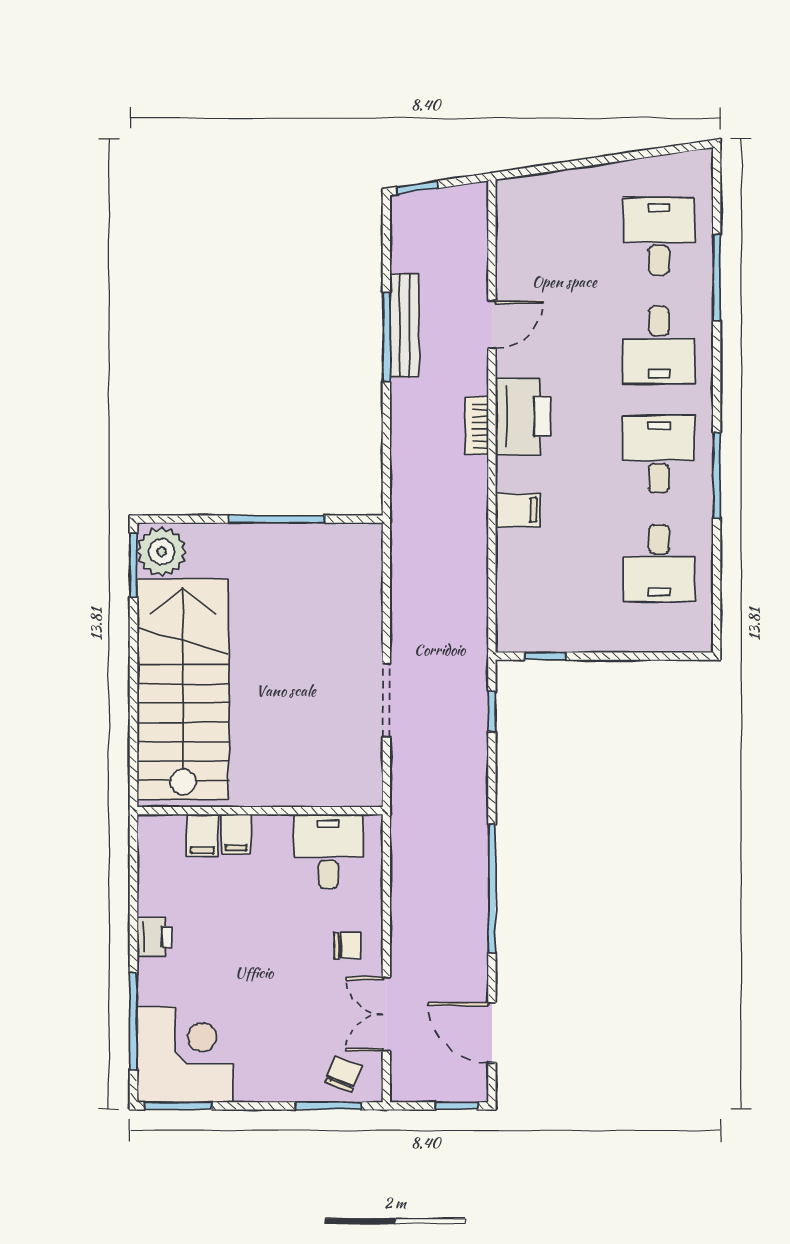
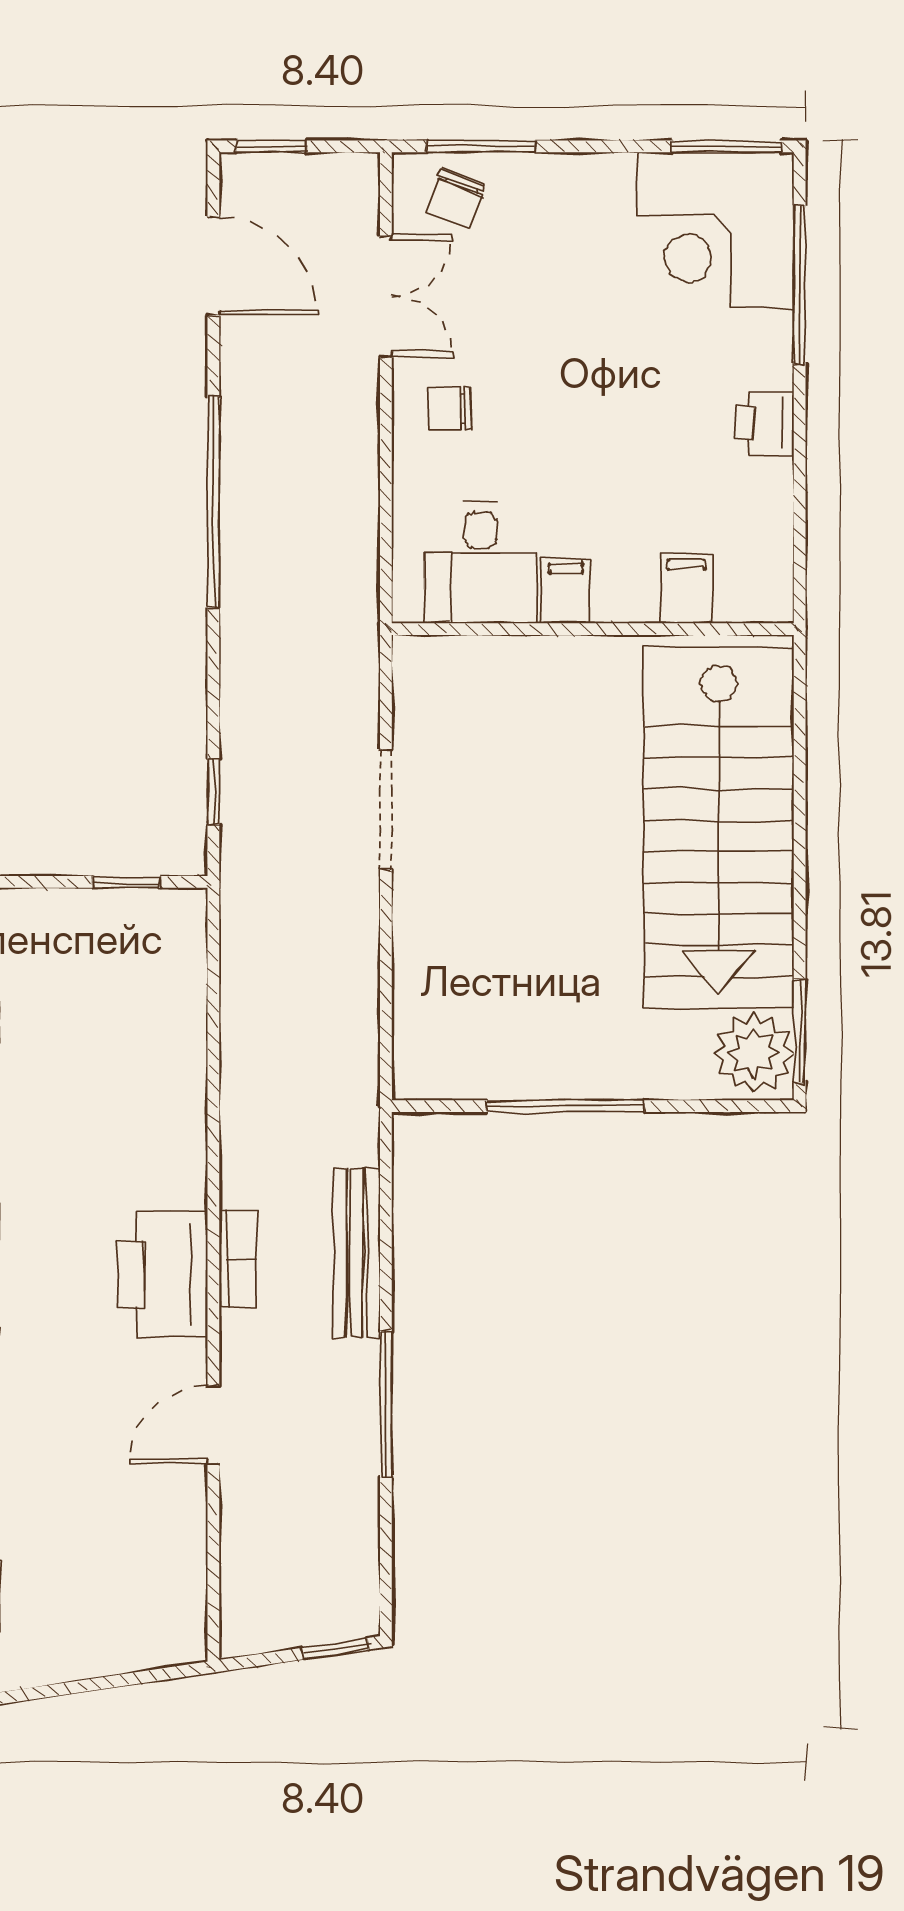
bench: (404, 325) -> (356, 1253), moved
filing cabinet: (518, 510) -> (171, 1121), removed
filing cabinet: (236, 834) -> (566, 591), moved

